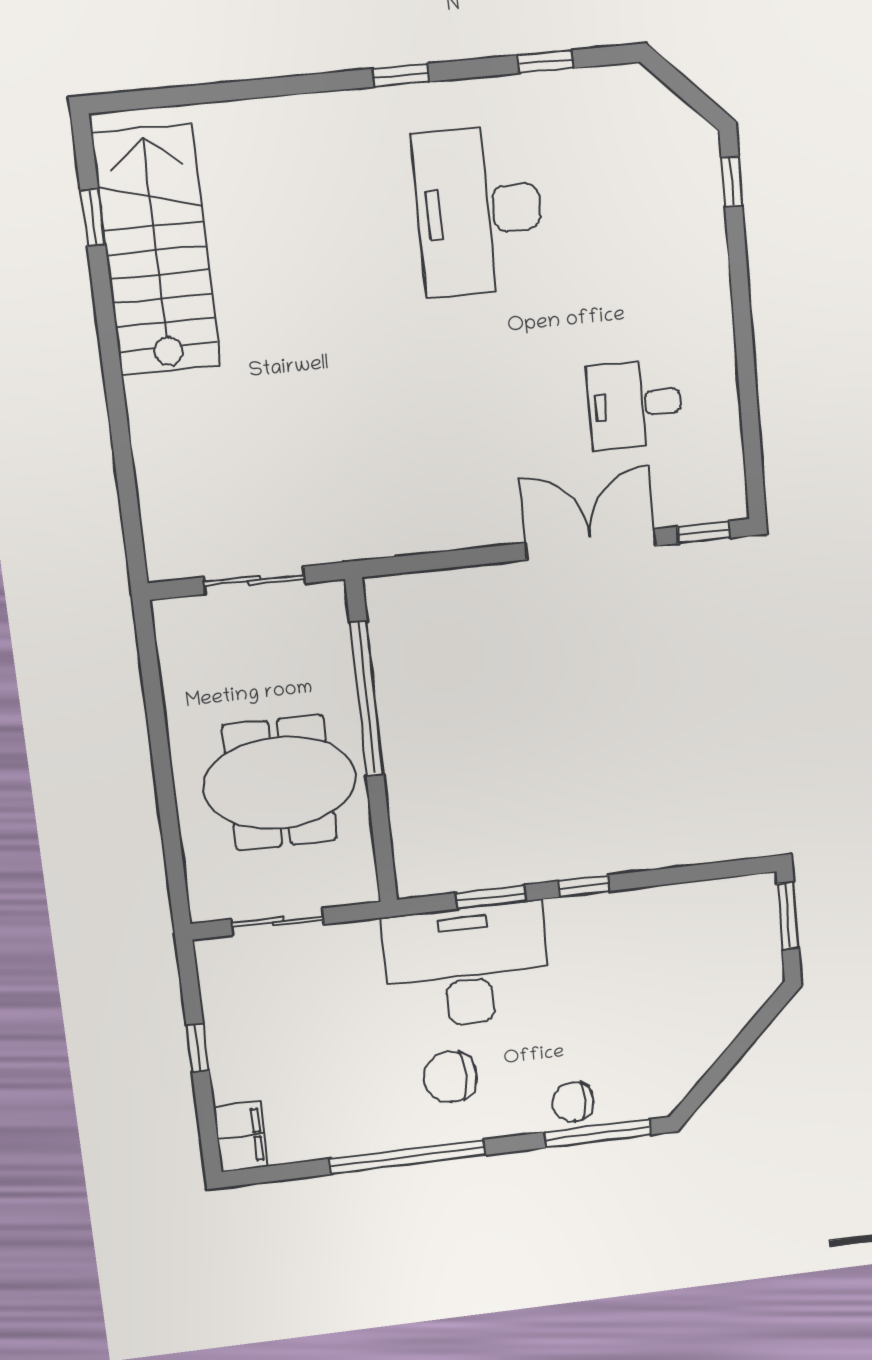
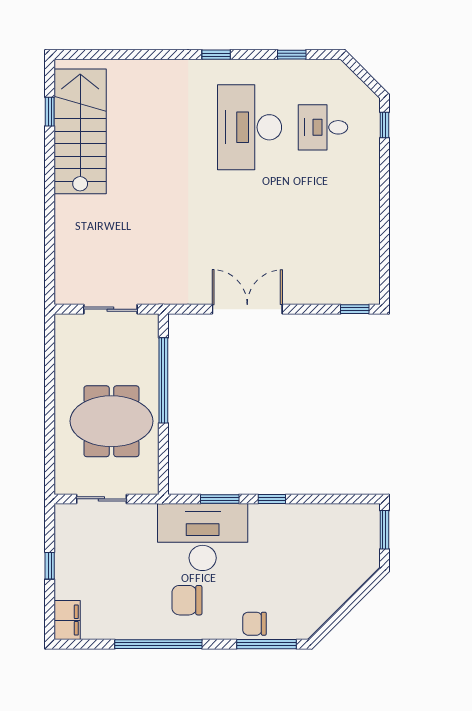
desk: (635, 404) -> (323, 127), moved
double door: (590, 544) -> (247, 309), moved

